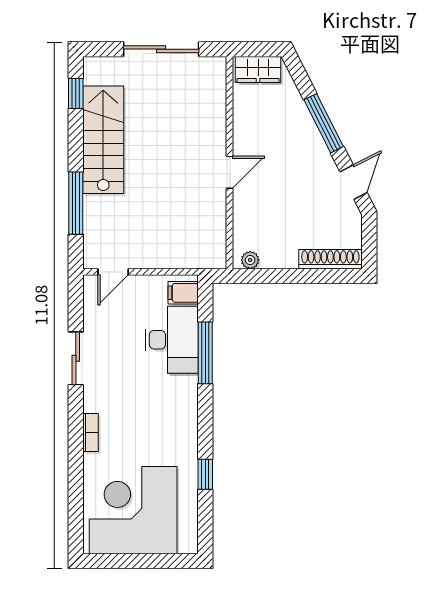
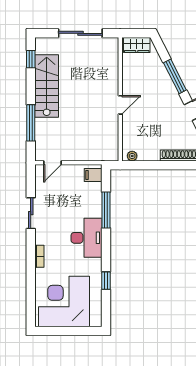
desk: (172, 340) -> (87, 238), moved

